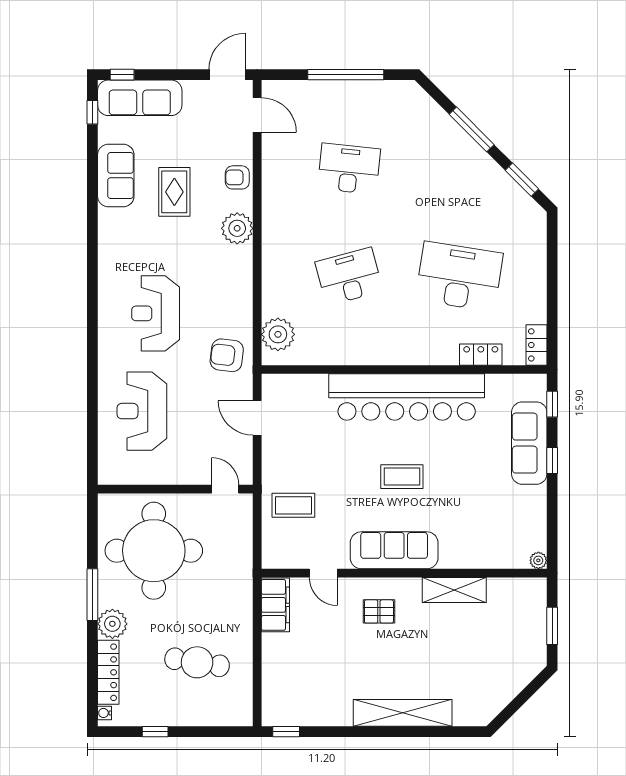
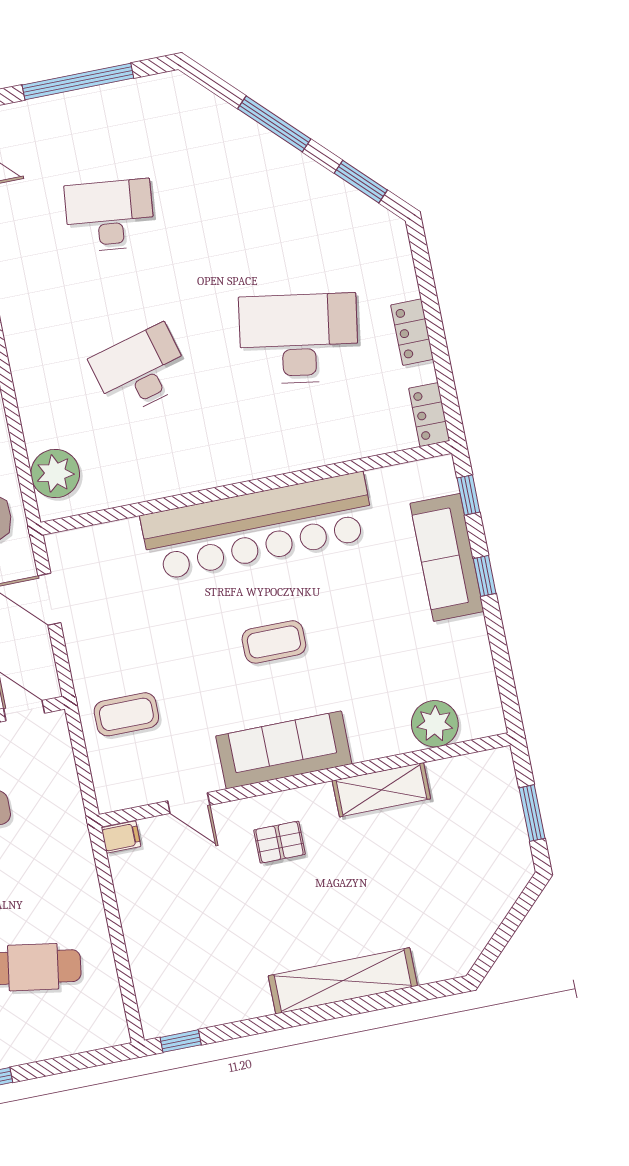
locker: (481, 355) -> (412, 332), moved, turned -90
plant: (538, 560) -> (435, 724), moved, width x1.87, depth x1.87
filing cabinet: (275, 605) -> (121, 837), width x0.33, depth x0.86

